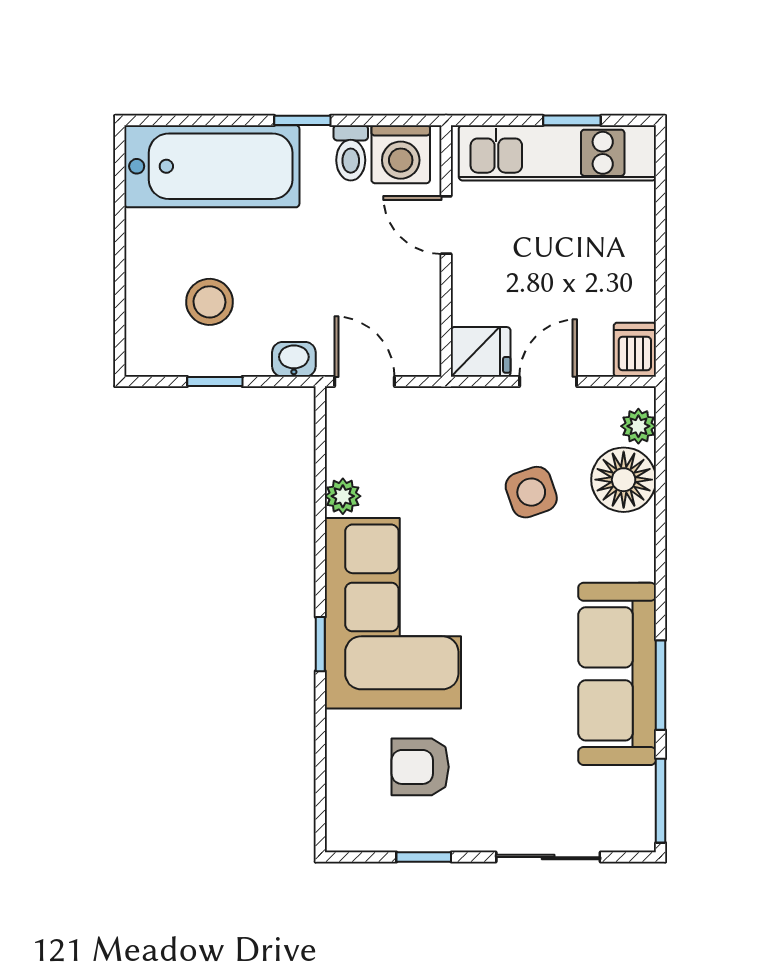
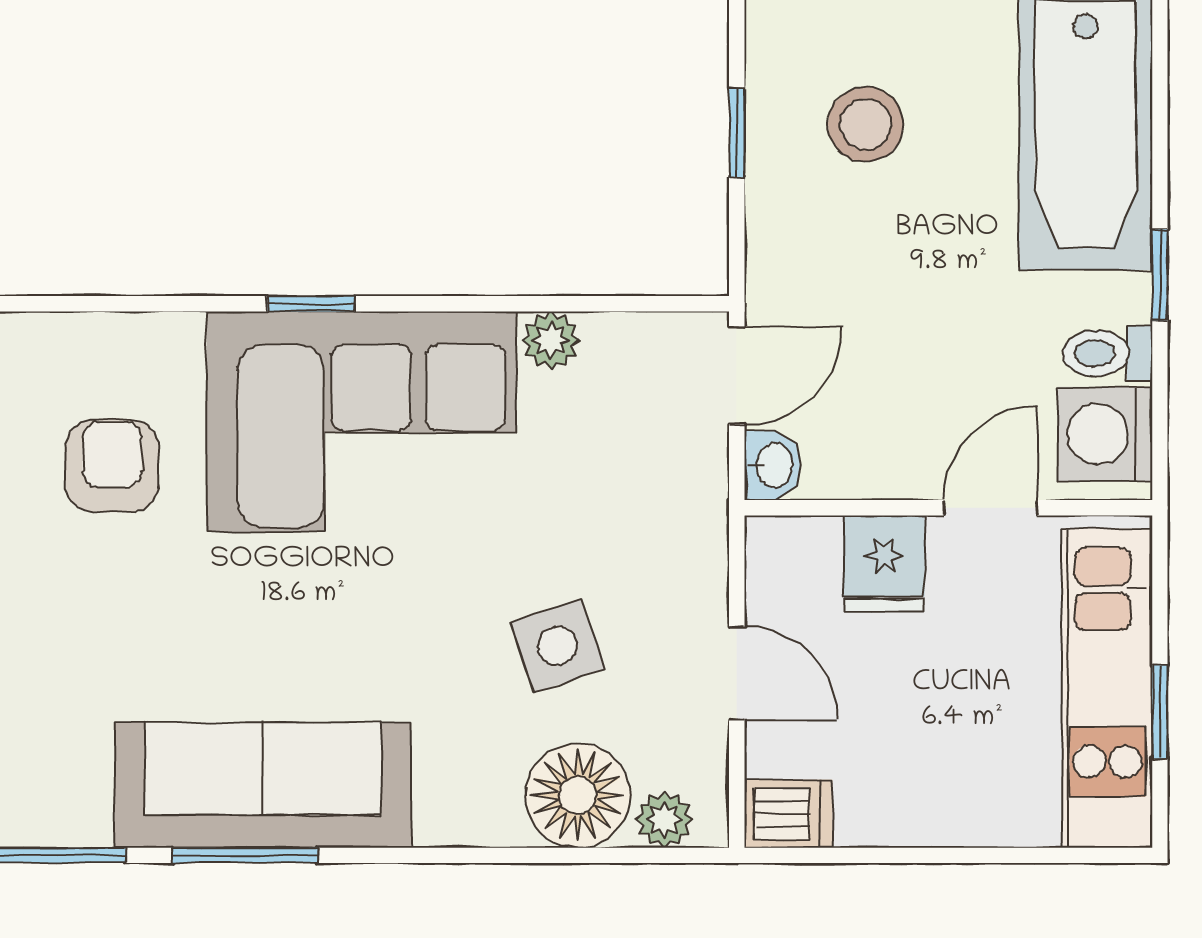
fridge: (481, 352) -> (884, 564), moved
washbasin: (294, 359) -> (773, 465), moved

